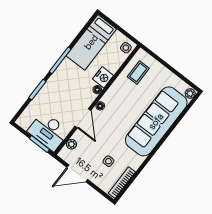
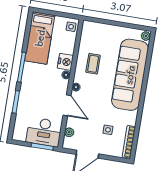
coffee table: (138, 72) -> (93, 64), moved

